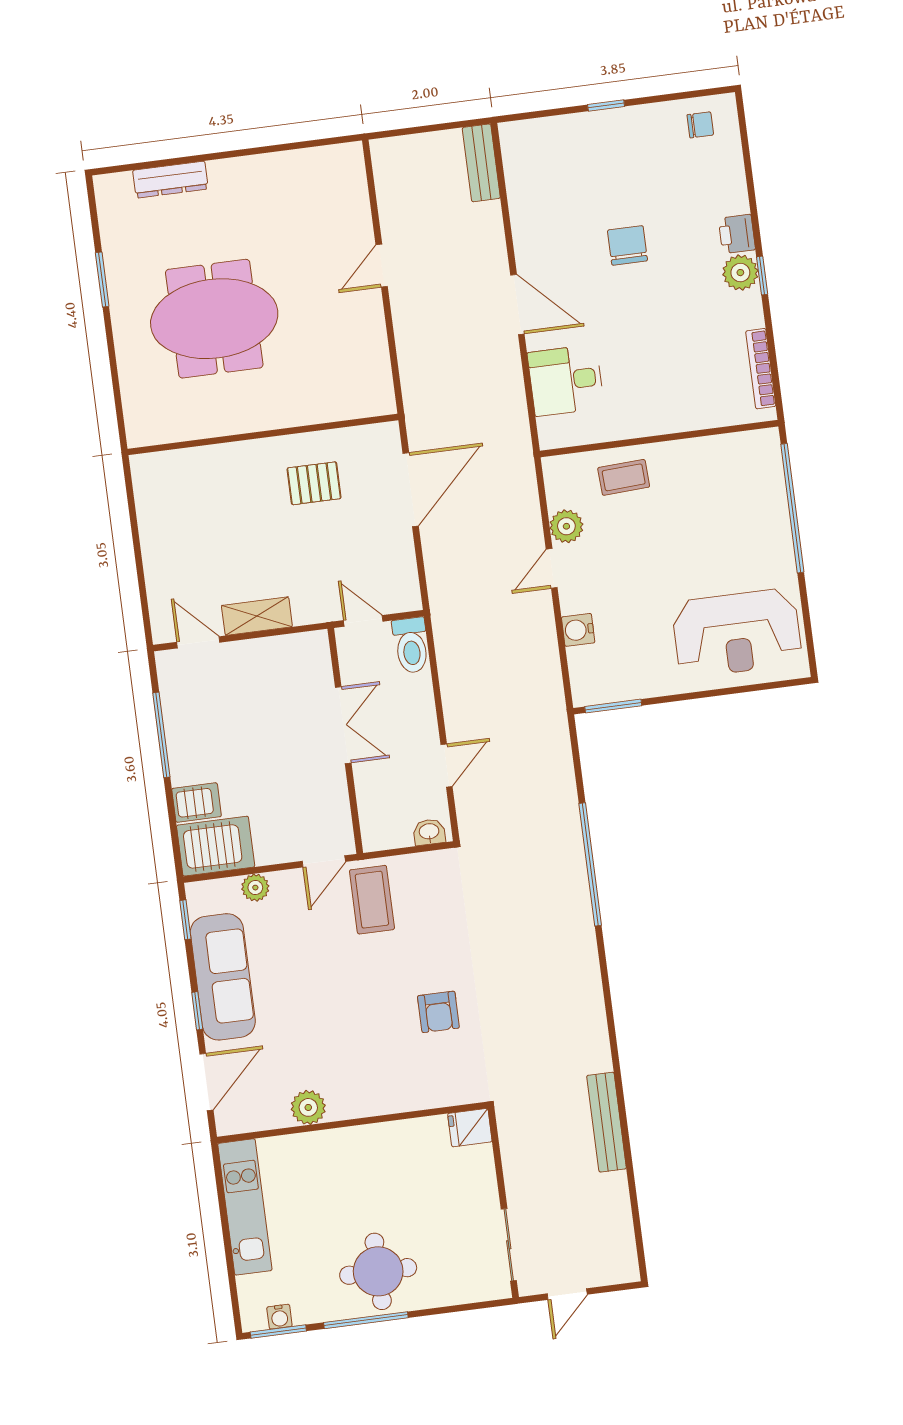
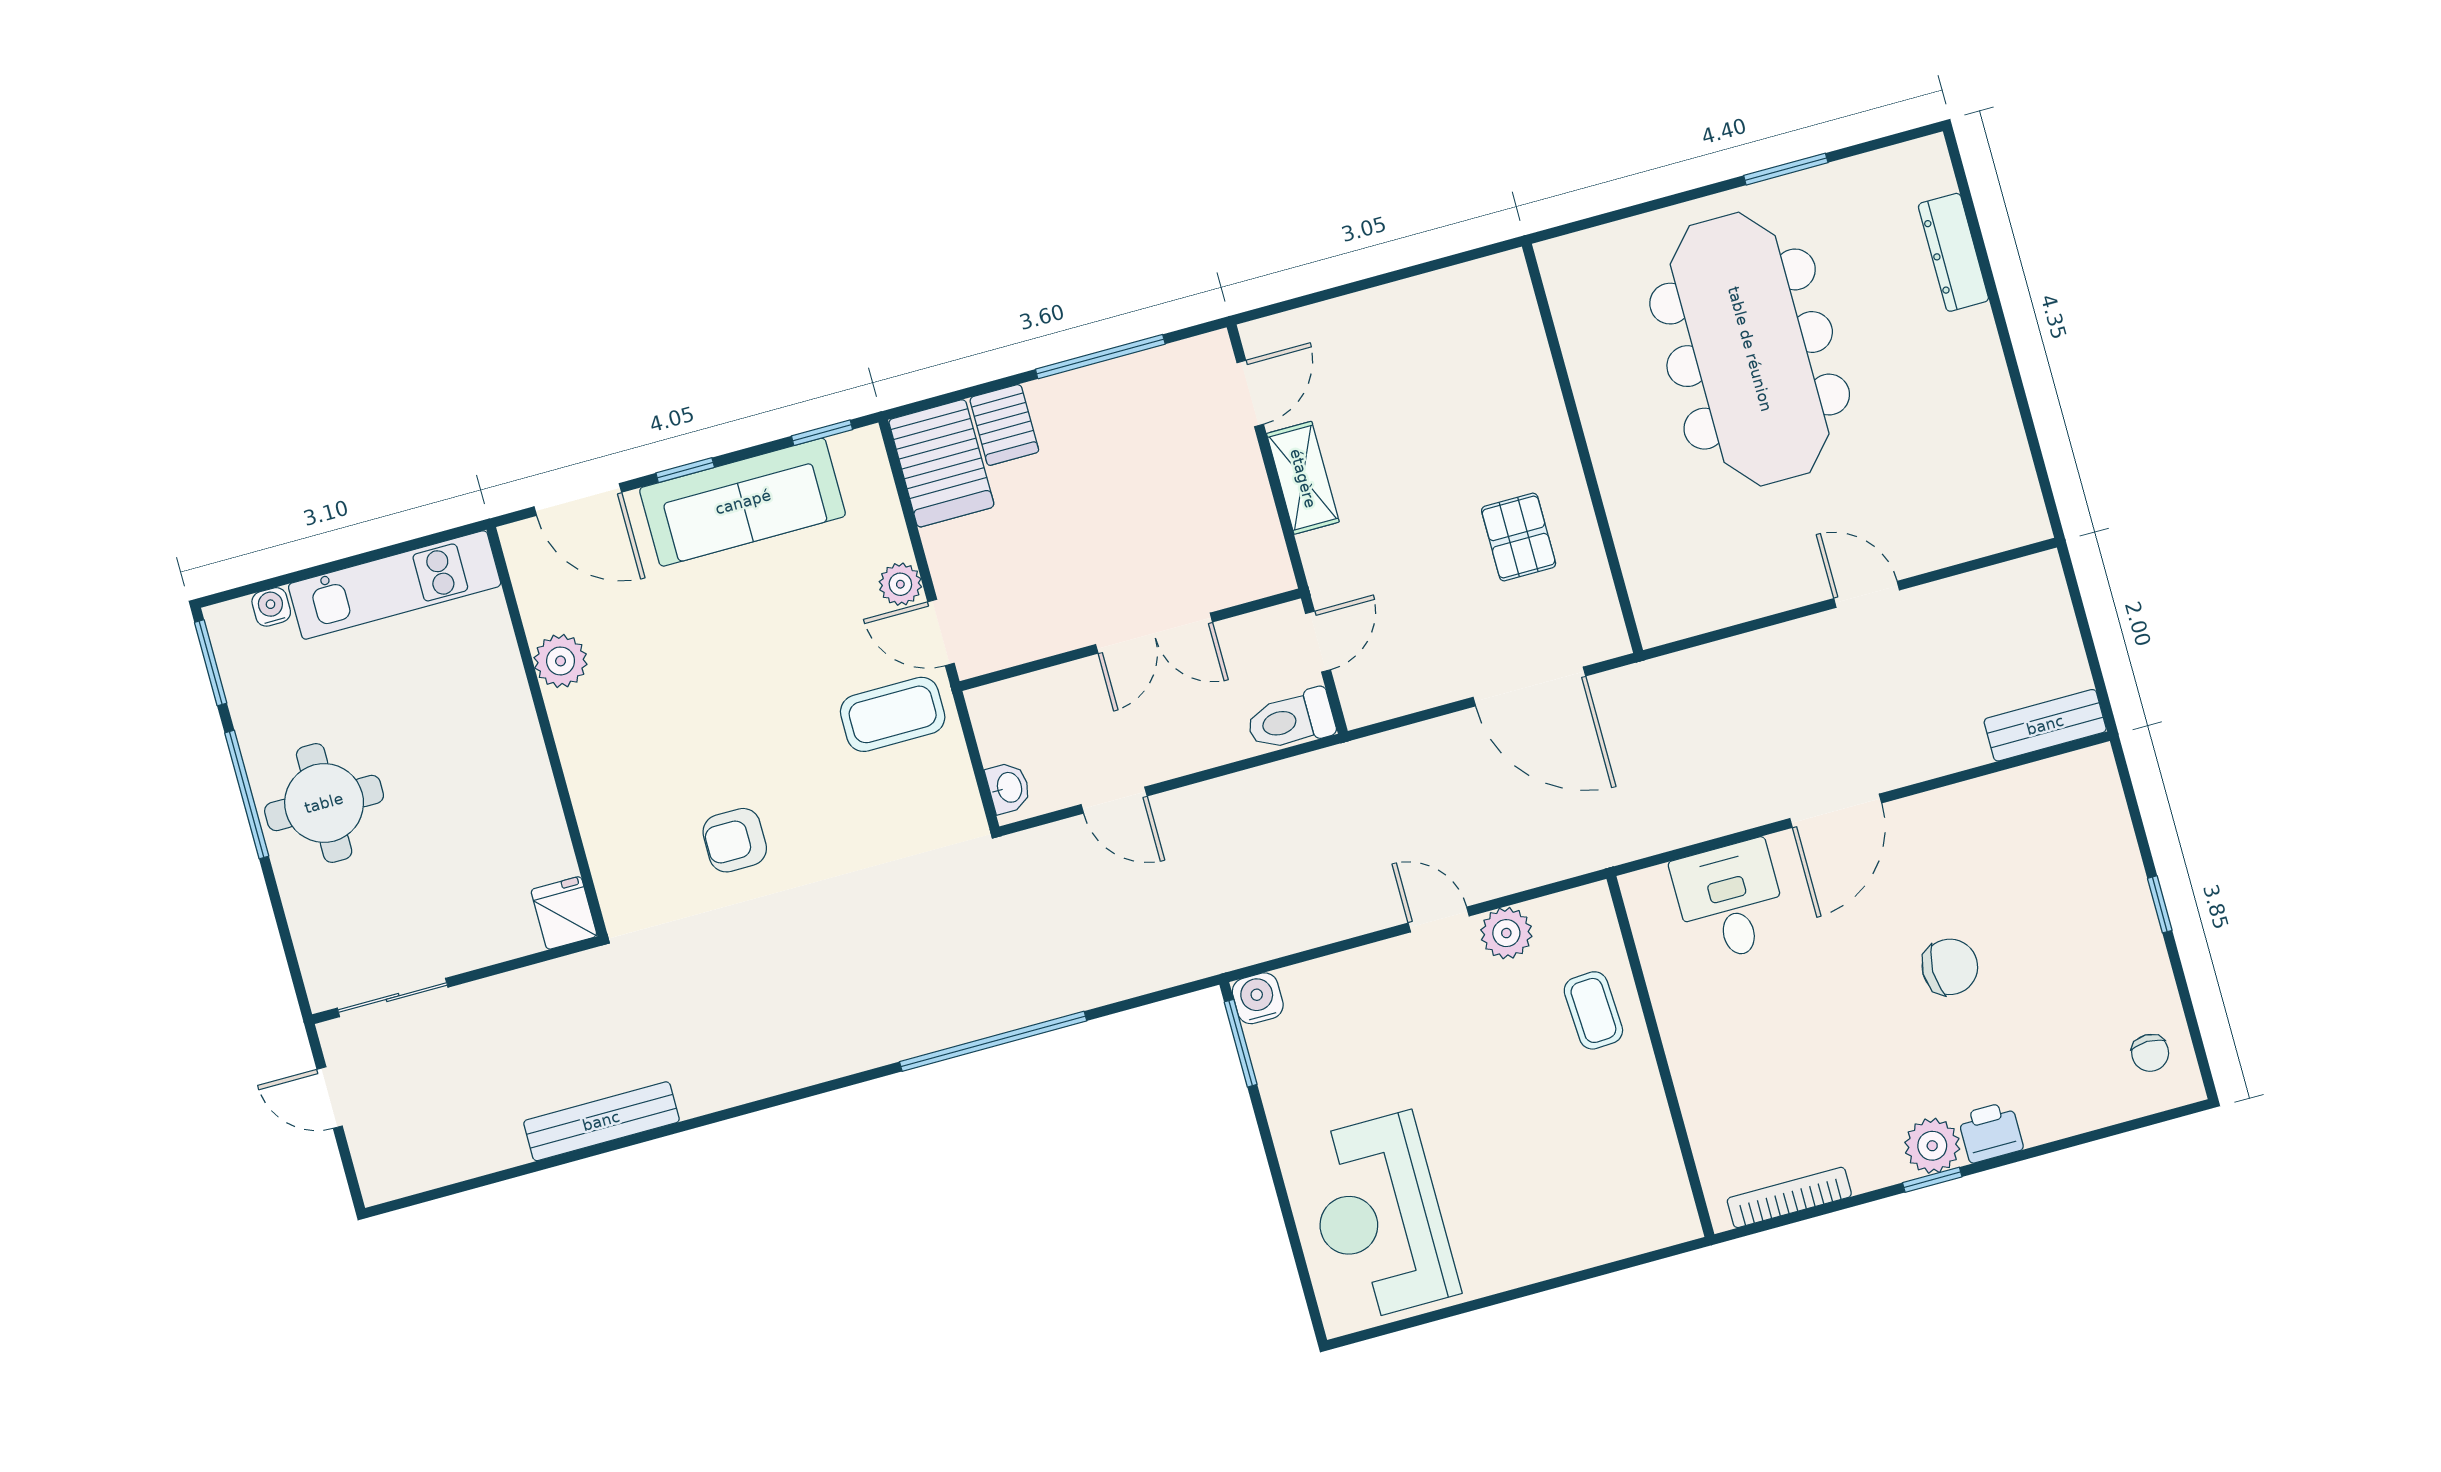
meeting table: (214, 319) -> (1750, 349), width x1.36
window: (792, 508) -> (1582, 1276), removed
water cooler: (578, 630) -> (1258, 998), moved
plant: (255, 888) -> (900, 584), moved
water cooler: (279, 1317) -> (271, 607), moved, turned 90

